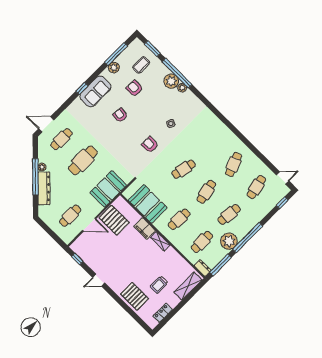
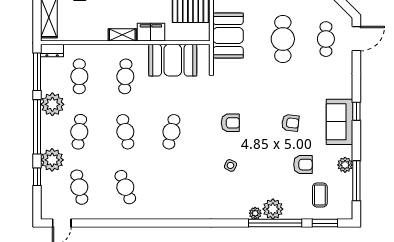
window: (282, 203) -> (37, 177), moved
plant: (256, 214) -> (52, 160), added

